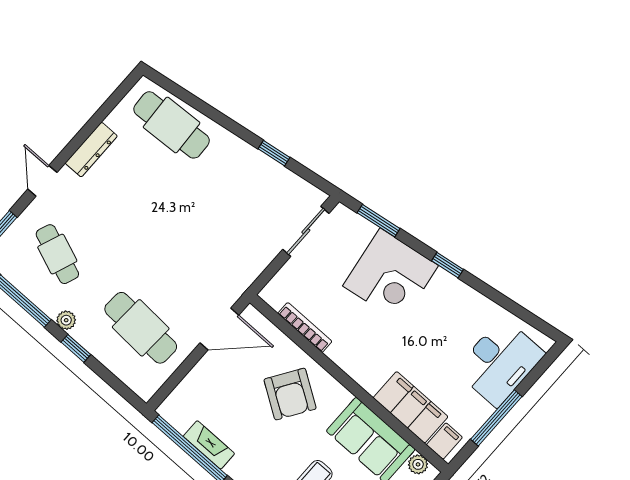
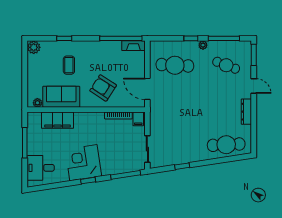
window: (379, 221) -> (126, 175), width x1.44
corner desk: (391, 276) -> (83, 163), moved
door: (219, 329) -> (147, 89), hinge flipped
desk: (500, 362) -> (41, 168), width x0.73
filing cabinet: (444, 441) -> (138, 119), moved
fireplace: (209, 445) -> (133, 46), moved

